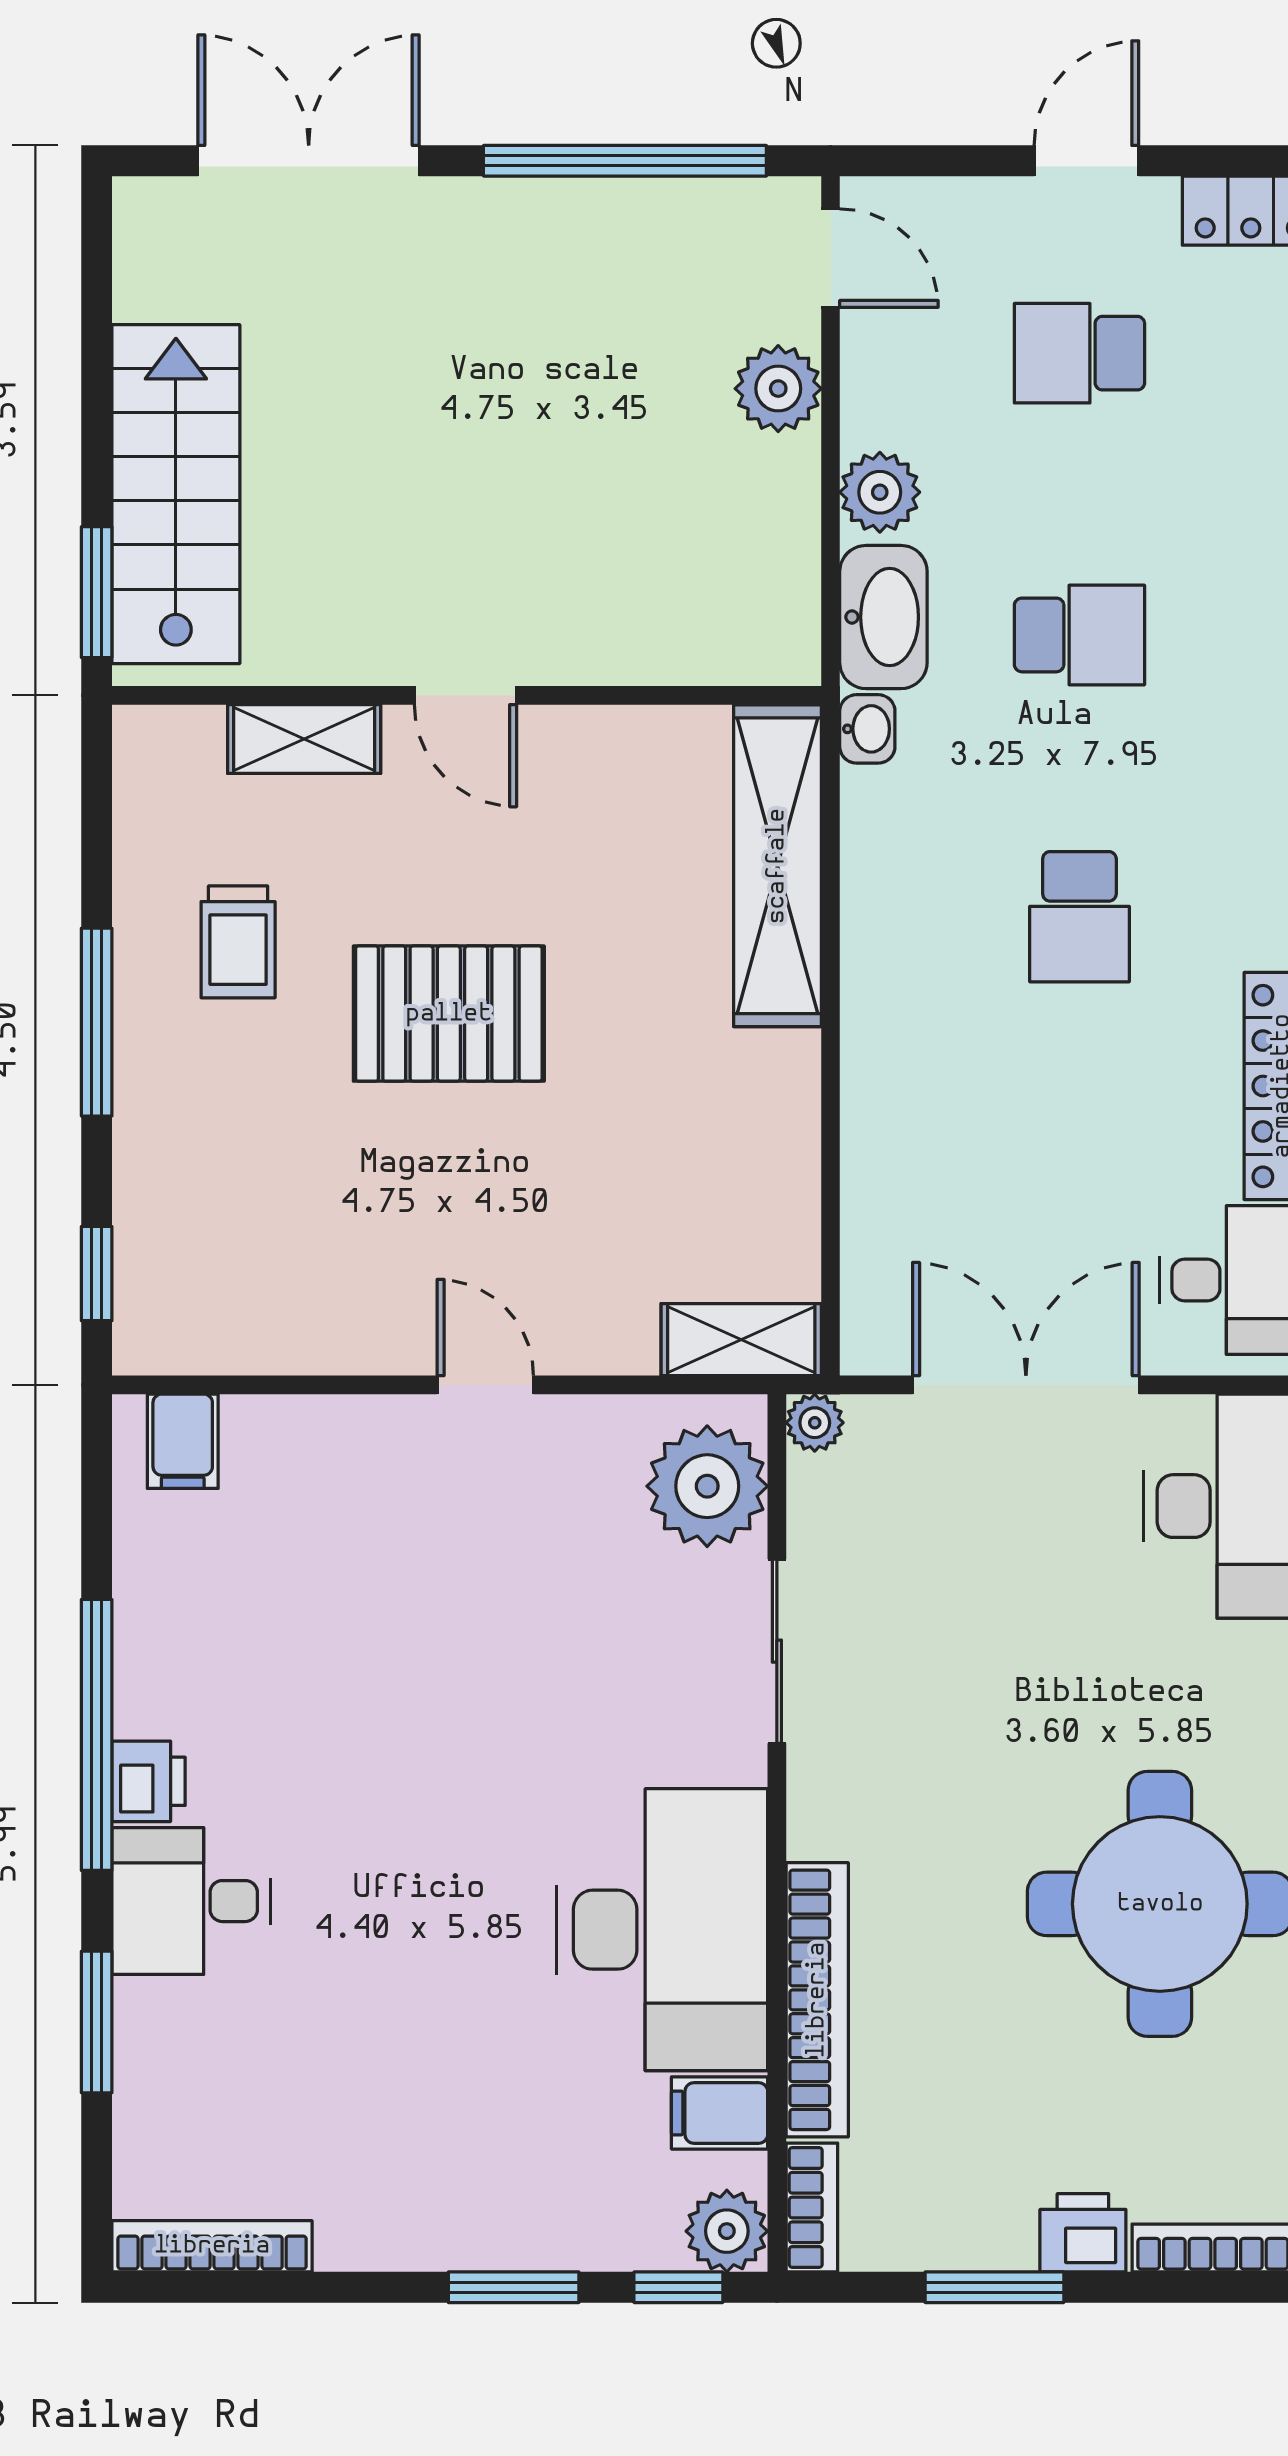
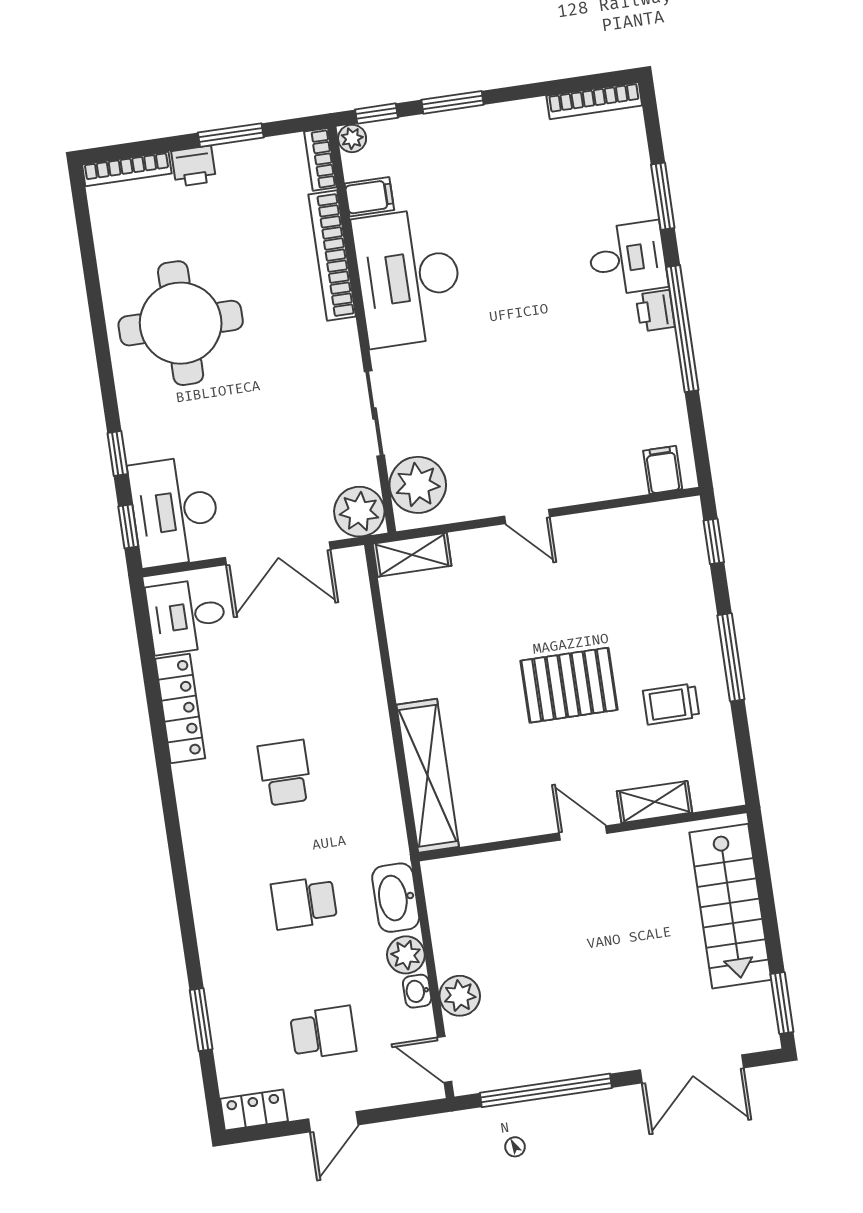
window: (97, 592) -> (782, 1003), moved
washbasin: (867, 729) -> (417, 991), moved
trolley: (238, 942) -> (671, 704), turned -90
plant: (815, 1423) -> (359, 512), width x1.87, depth x1.87
plant: (727, 2231) -> (352, 138), width x0.73, depth x0.73

